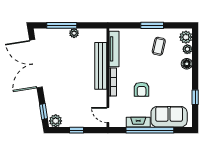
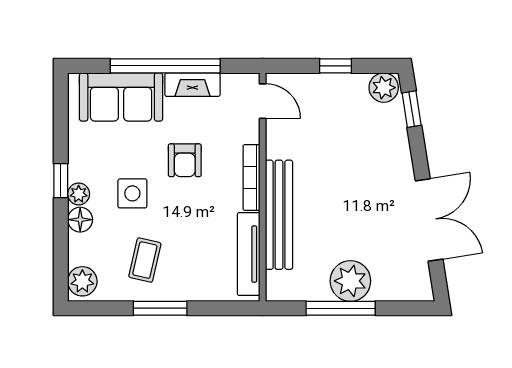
window: (62, 25) -> (341, 308), moved
plant: (74, 33) -> (350, 281), width x1.88, depth x1.88
plant: (187, 49) -> (79, 194), moved
double door: (36, 64) -> (429, 220), width x0.73
side table: (164, 75) -> (132, 193), added
armchair: (142, 89) -> (185, 160), turned 180
window: (195, 97) -> (61, 181), moved

